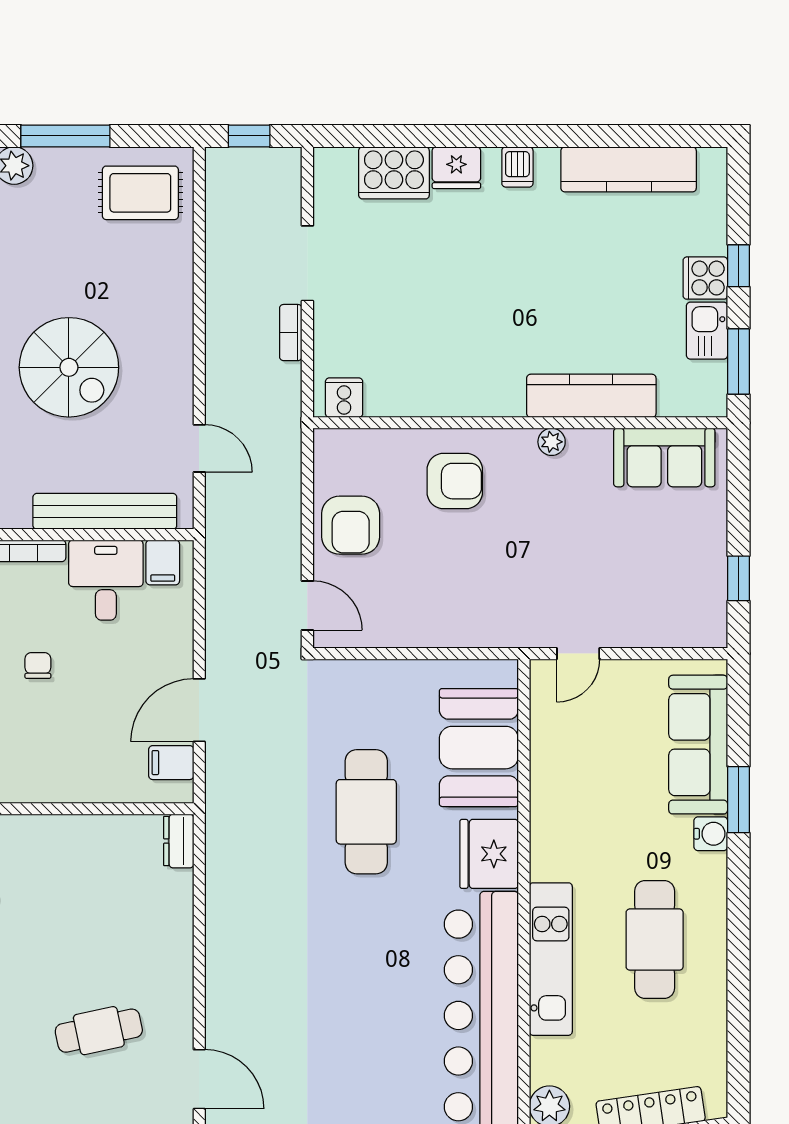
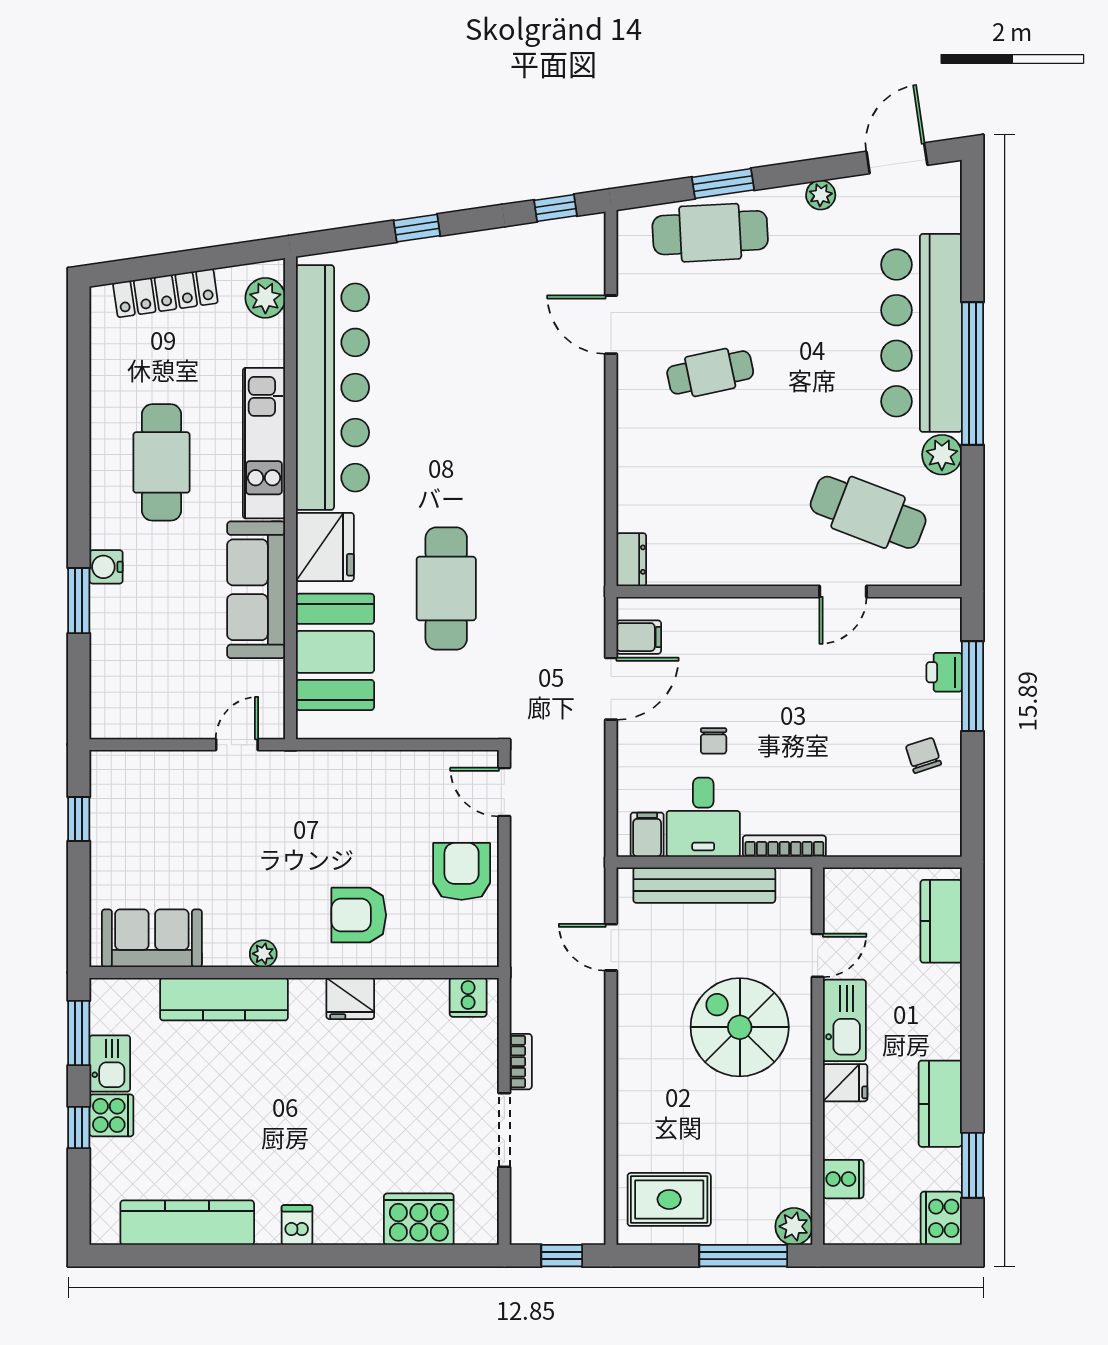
fridge: (456, 168) -> (350, 998), moved, turned 180
chair: (38, 665) -> (714, 741), moved
sofa: (698, 745) -> (256, 590), moved, turned 180

